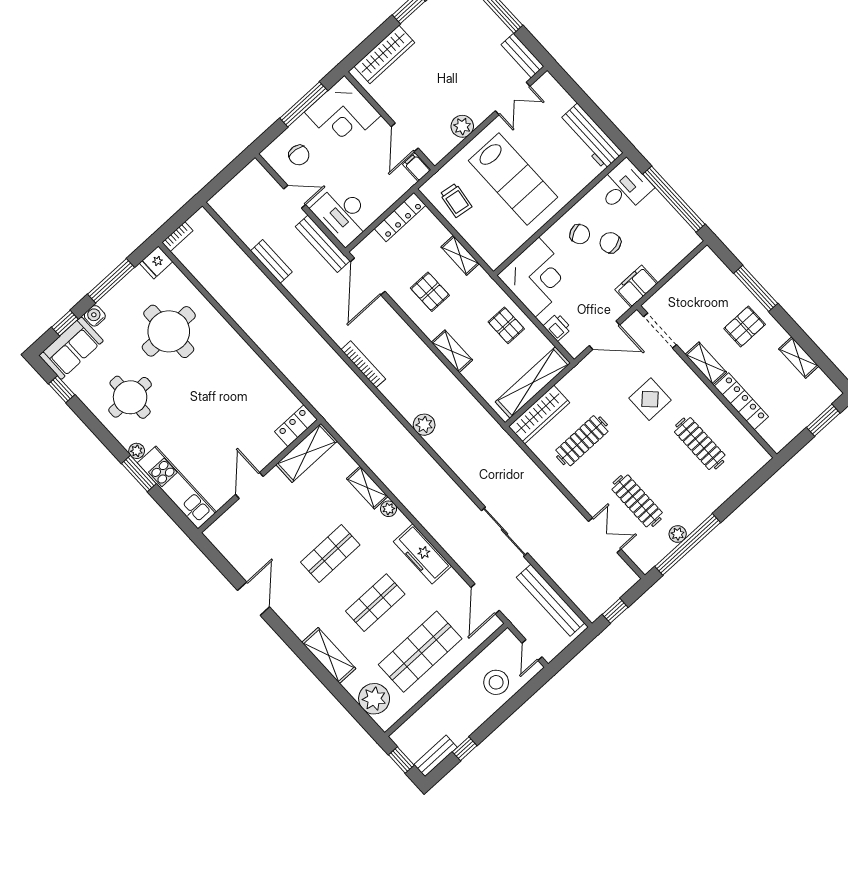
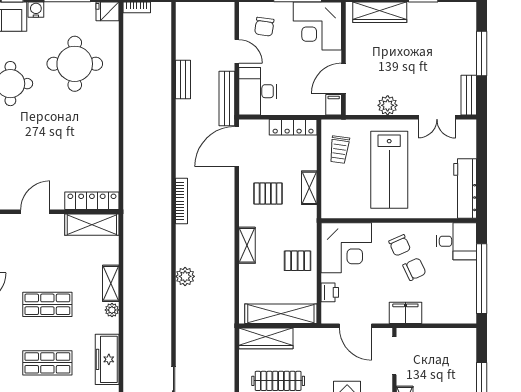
chair: (610, 243) -> (414, 269), turned 79
pallet: (430, 292) -> (268, 194), turned 90
pallet: (506, 325) -> (298, 261), turned 90
locker: (296, 426) -> (92, 201), width x1.53

